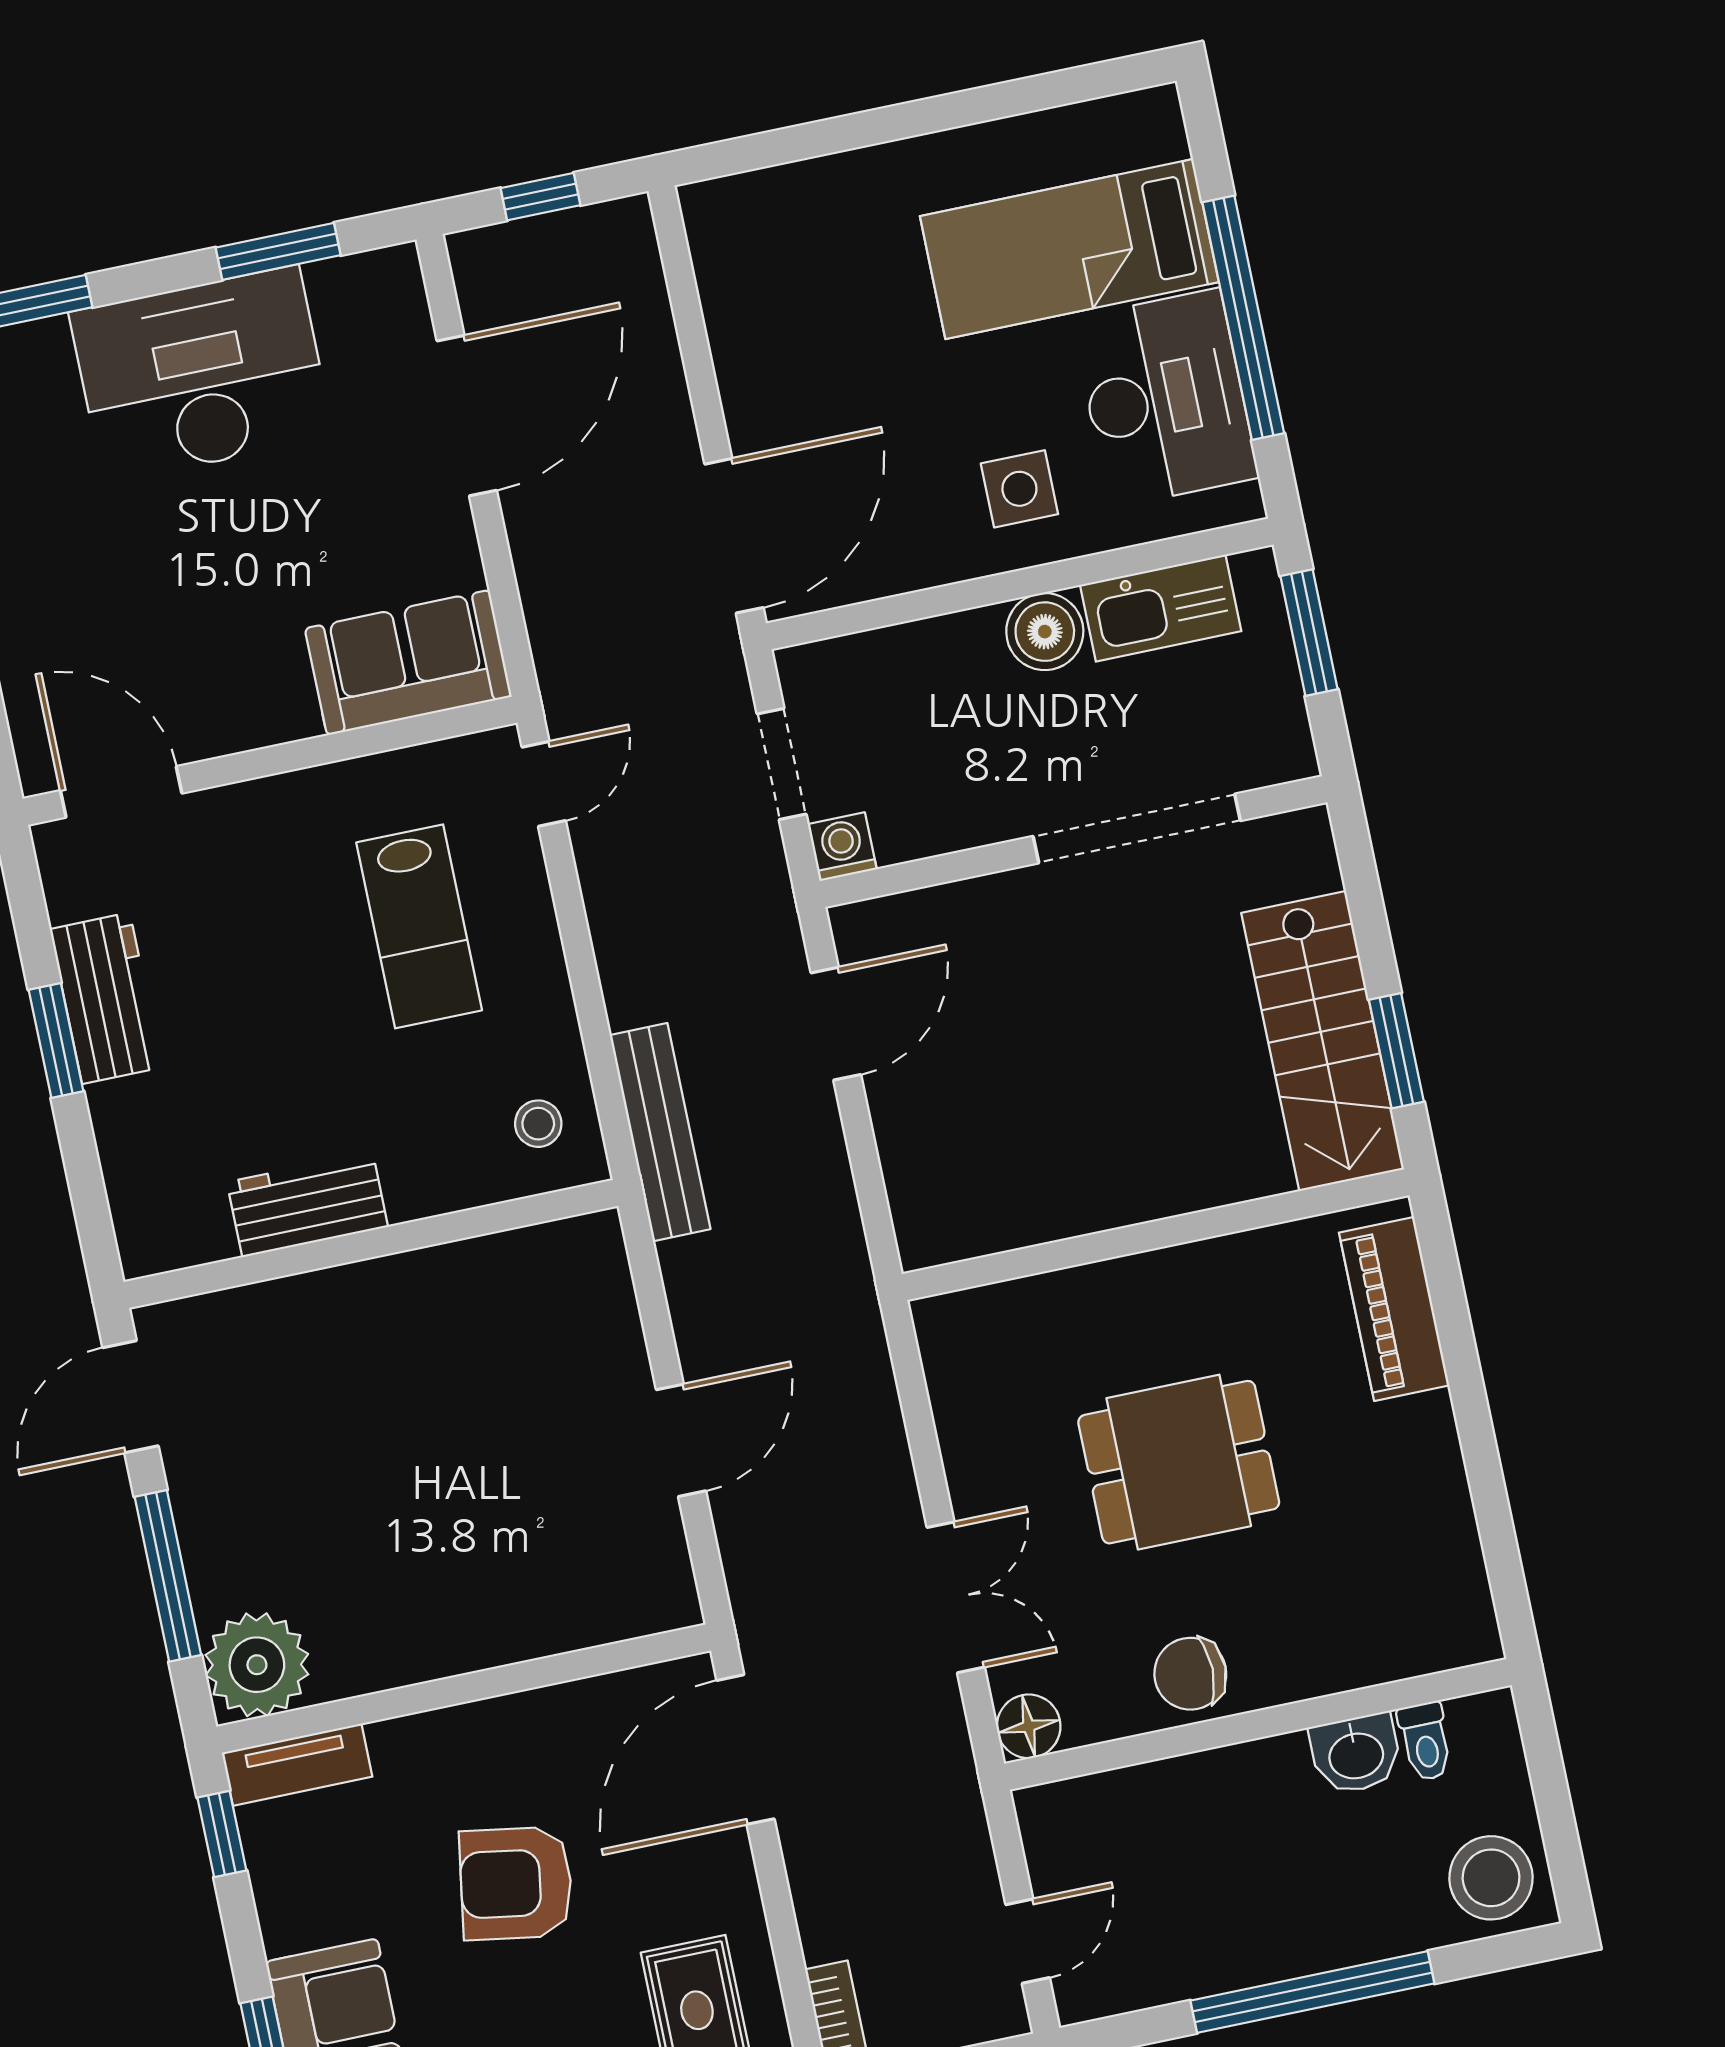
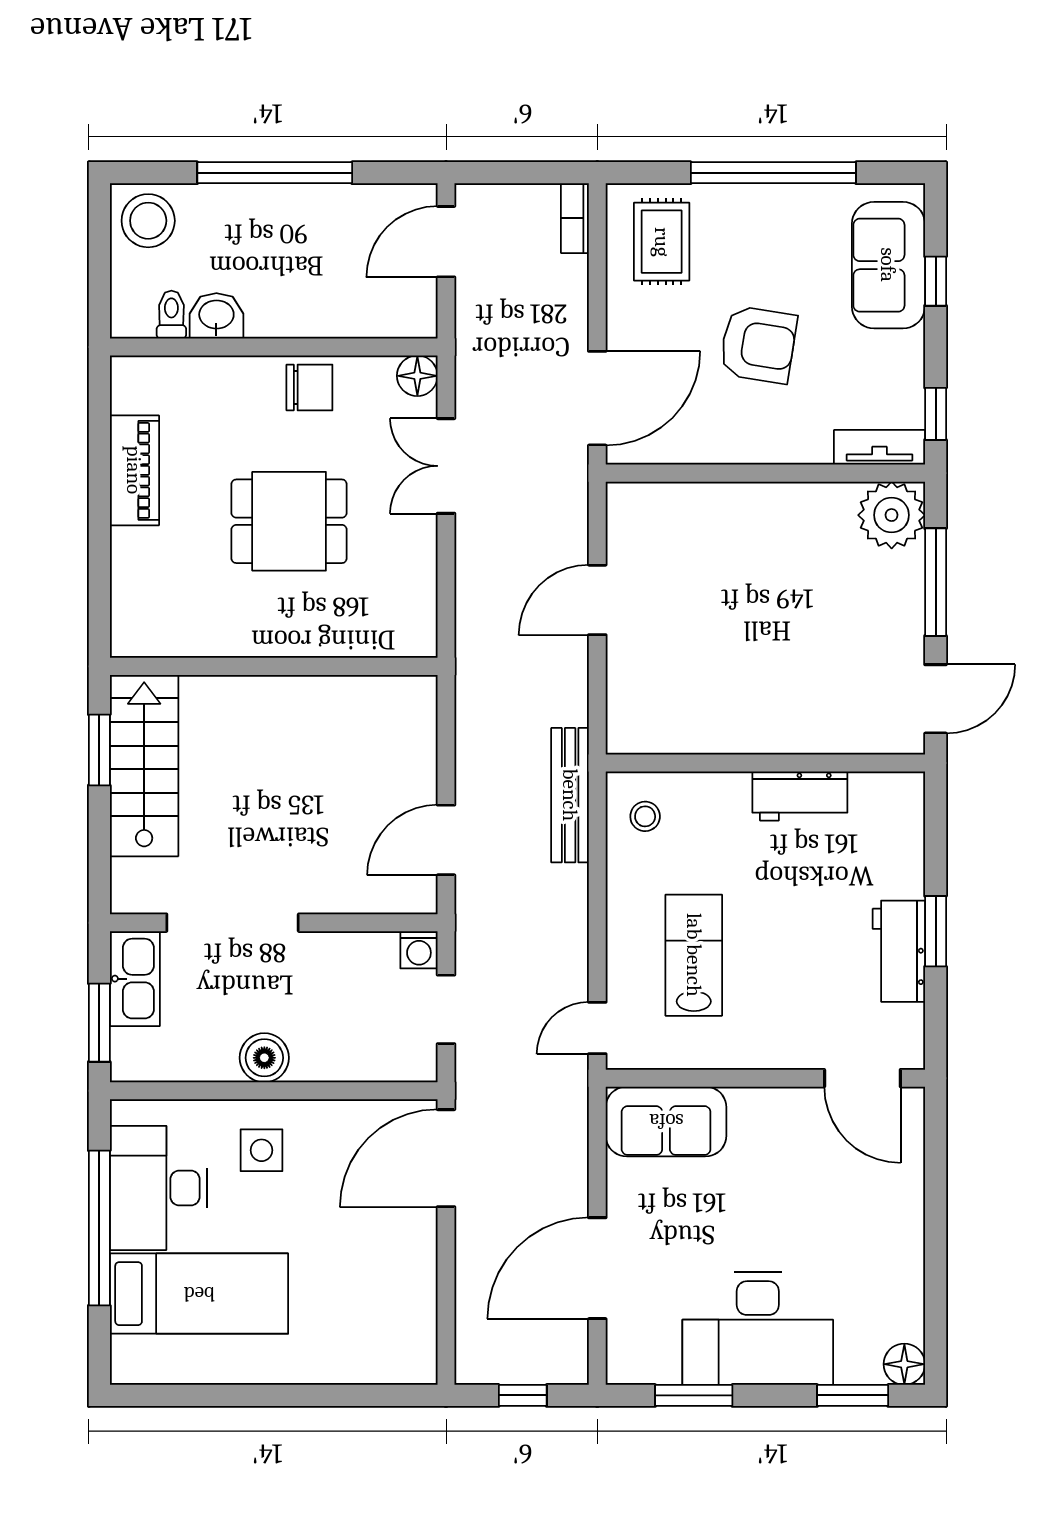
kitchen sink: (1161, 608) -> (135, 979), moved, turned 90
piano: (1394, 1309) -> (134, 470), moved
door: (1028, 1941) -> (446, 242), width x1.38

